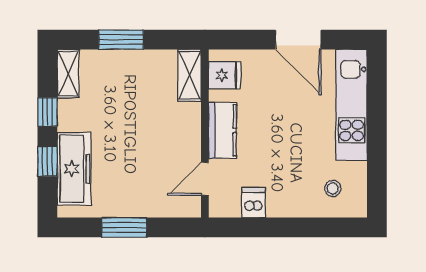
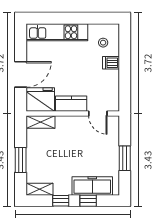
door: (298, 40) -> (21, 74), moved
fridge: (225, 75) -> (40, 100), width x1.88, depth x1.34
dishwasher: (253, 203) -> (111, 63), moved

